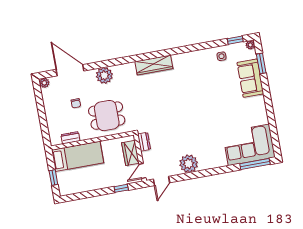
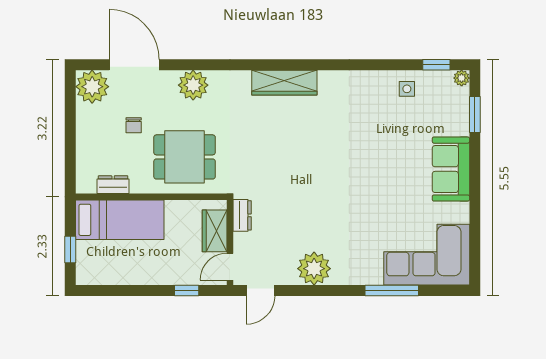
sofa: (250, 78) -> (451, 169), moved
plant: (44, 83) -> (92, 87), width x1.88, depth x1.88
window: (255, 164) -> (392, 290), moved

